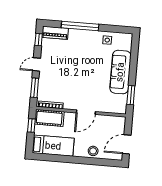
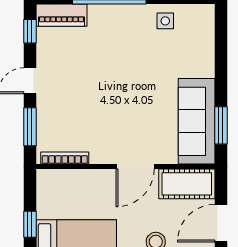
sofa: (120, 72) -> (197, 121), moved
cot: (49, 118) -> (187, 184), moved
window: (31, 126) -> (30, 224), moved

